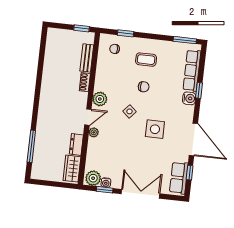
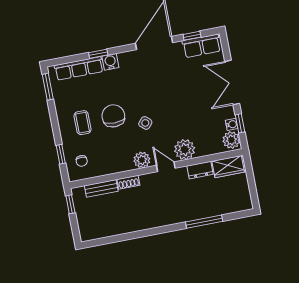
chair: (144, 87) -> (113, 116), width x1.87, depth x1.87
side table: (155, 129) -> (156, 89), removed
plant: (94, 132) -> (185, 149), width x1.87, depth x1.87
window: (31, 146) -> (204, 222), moved

